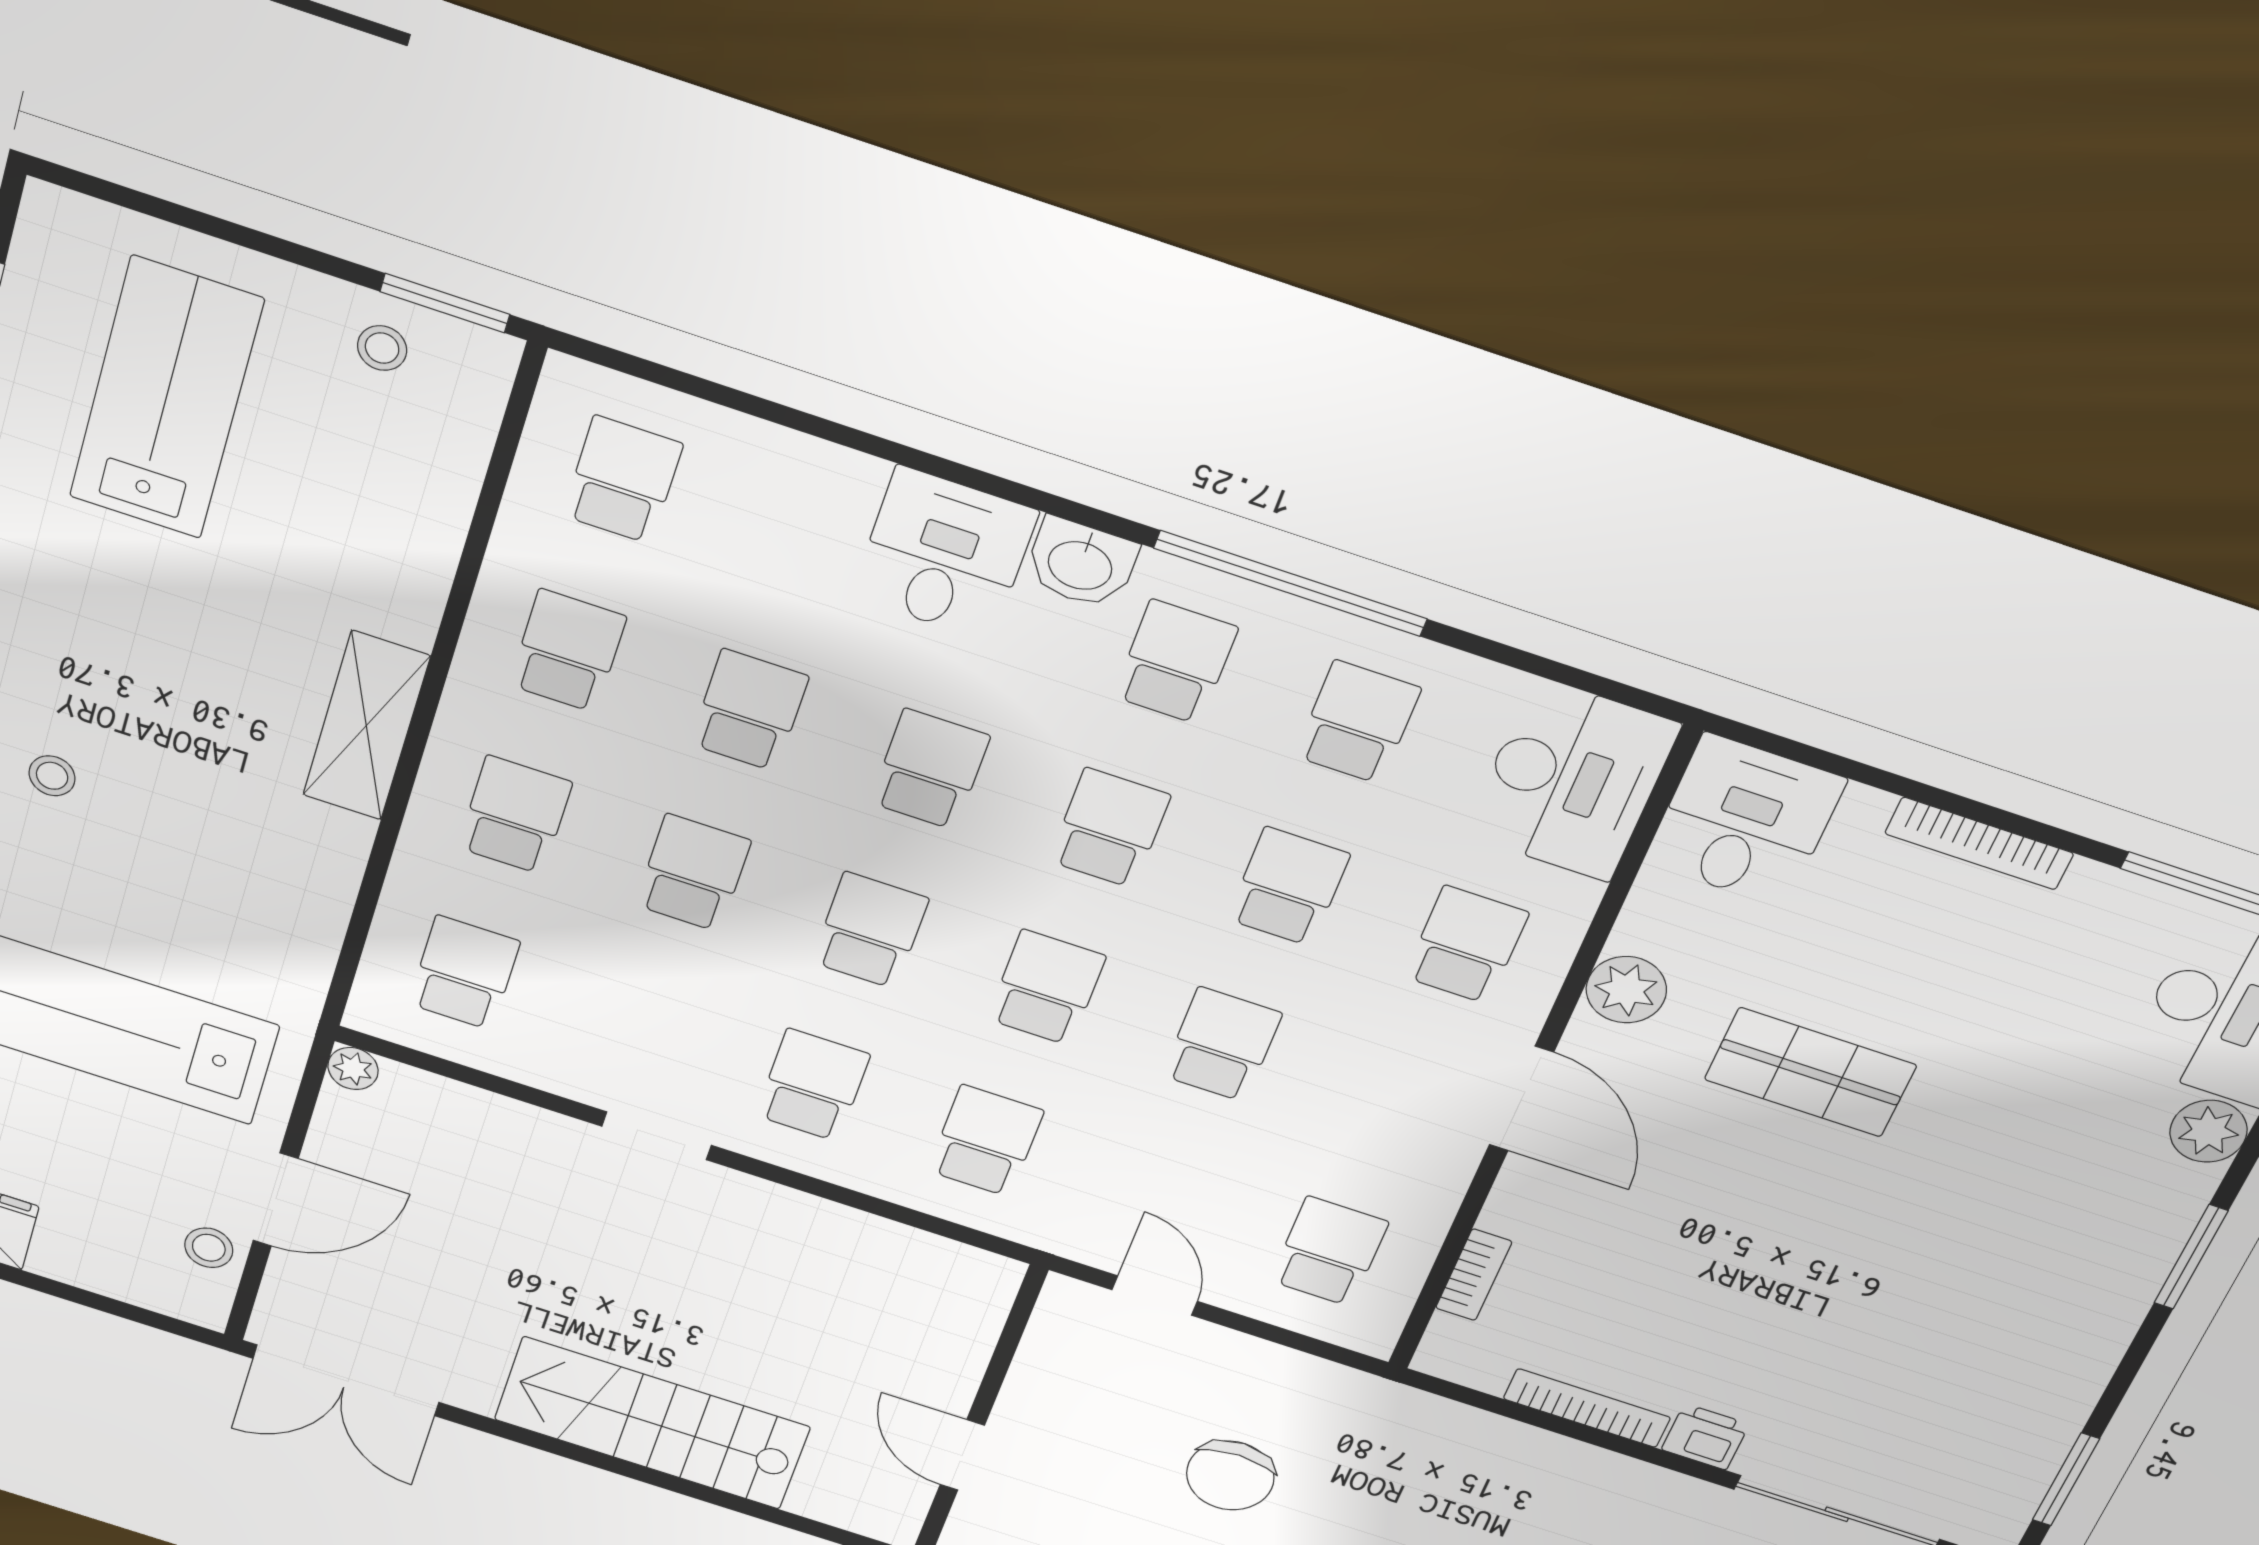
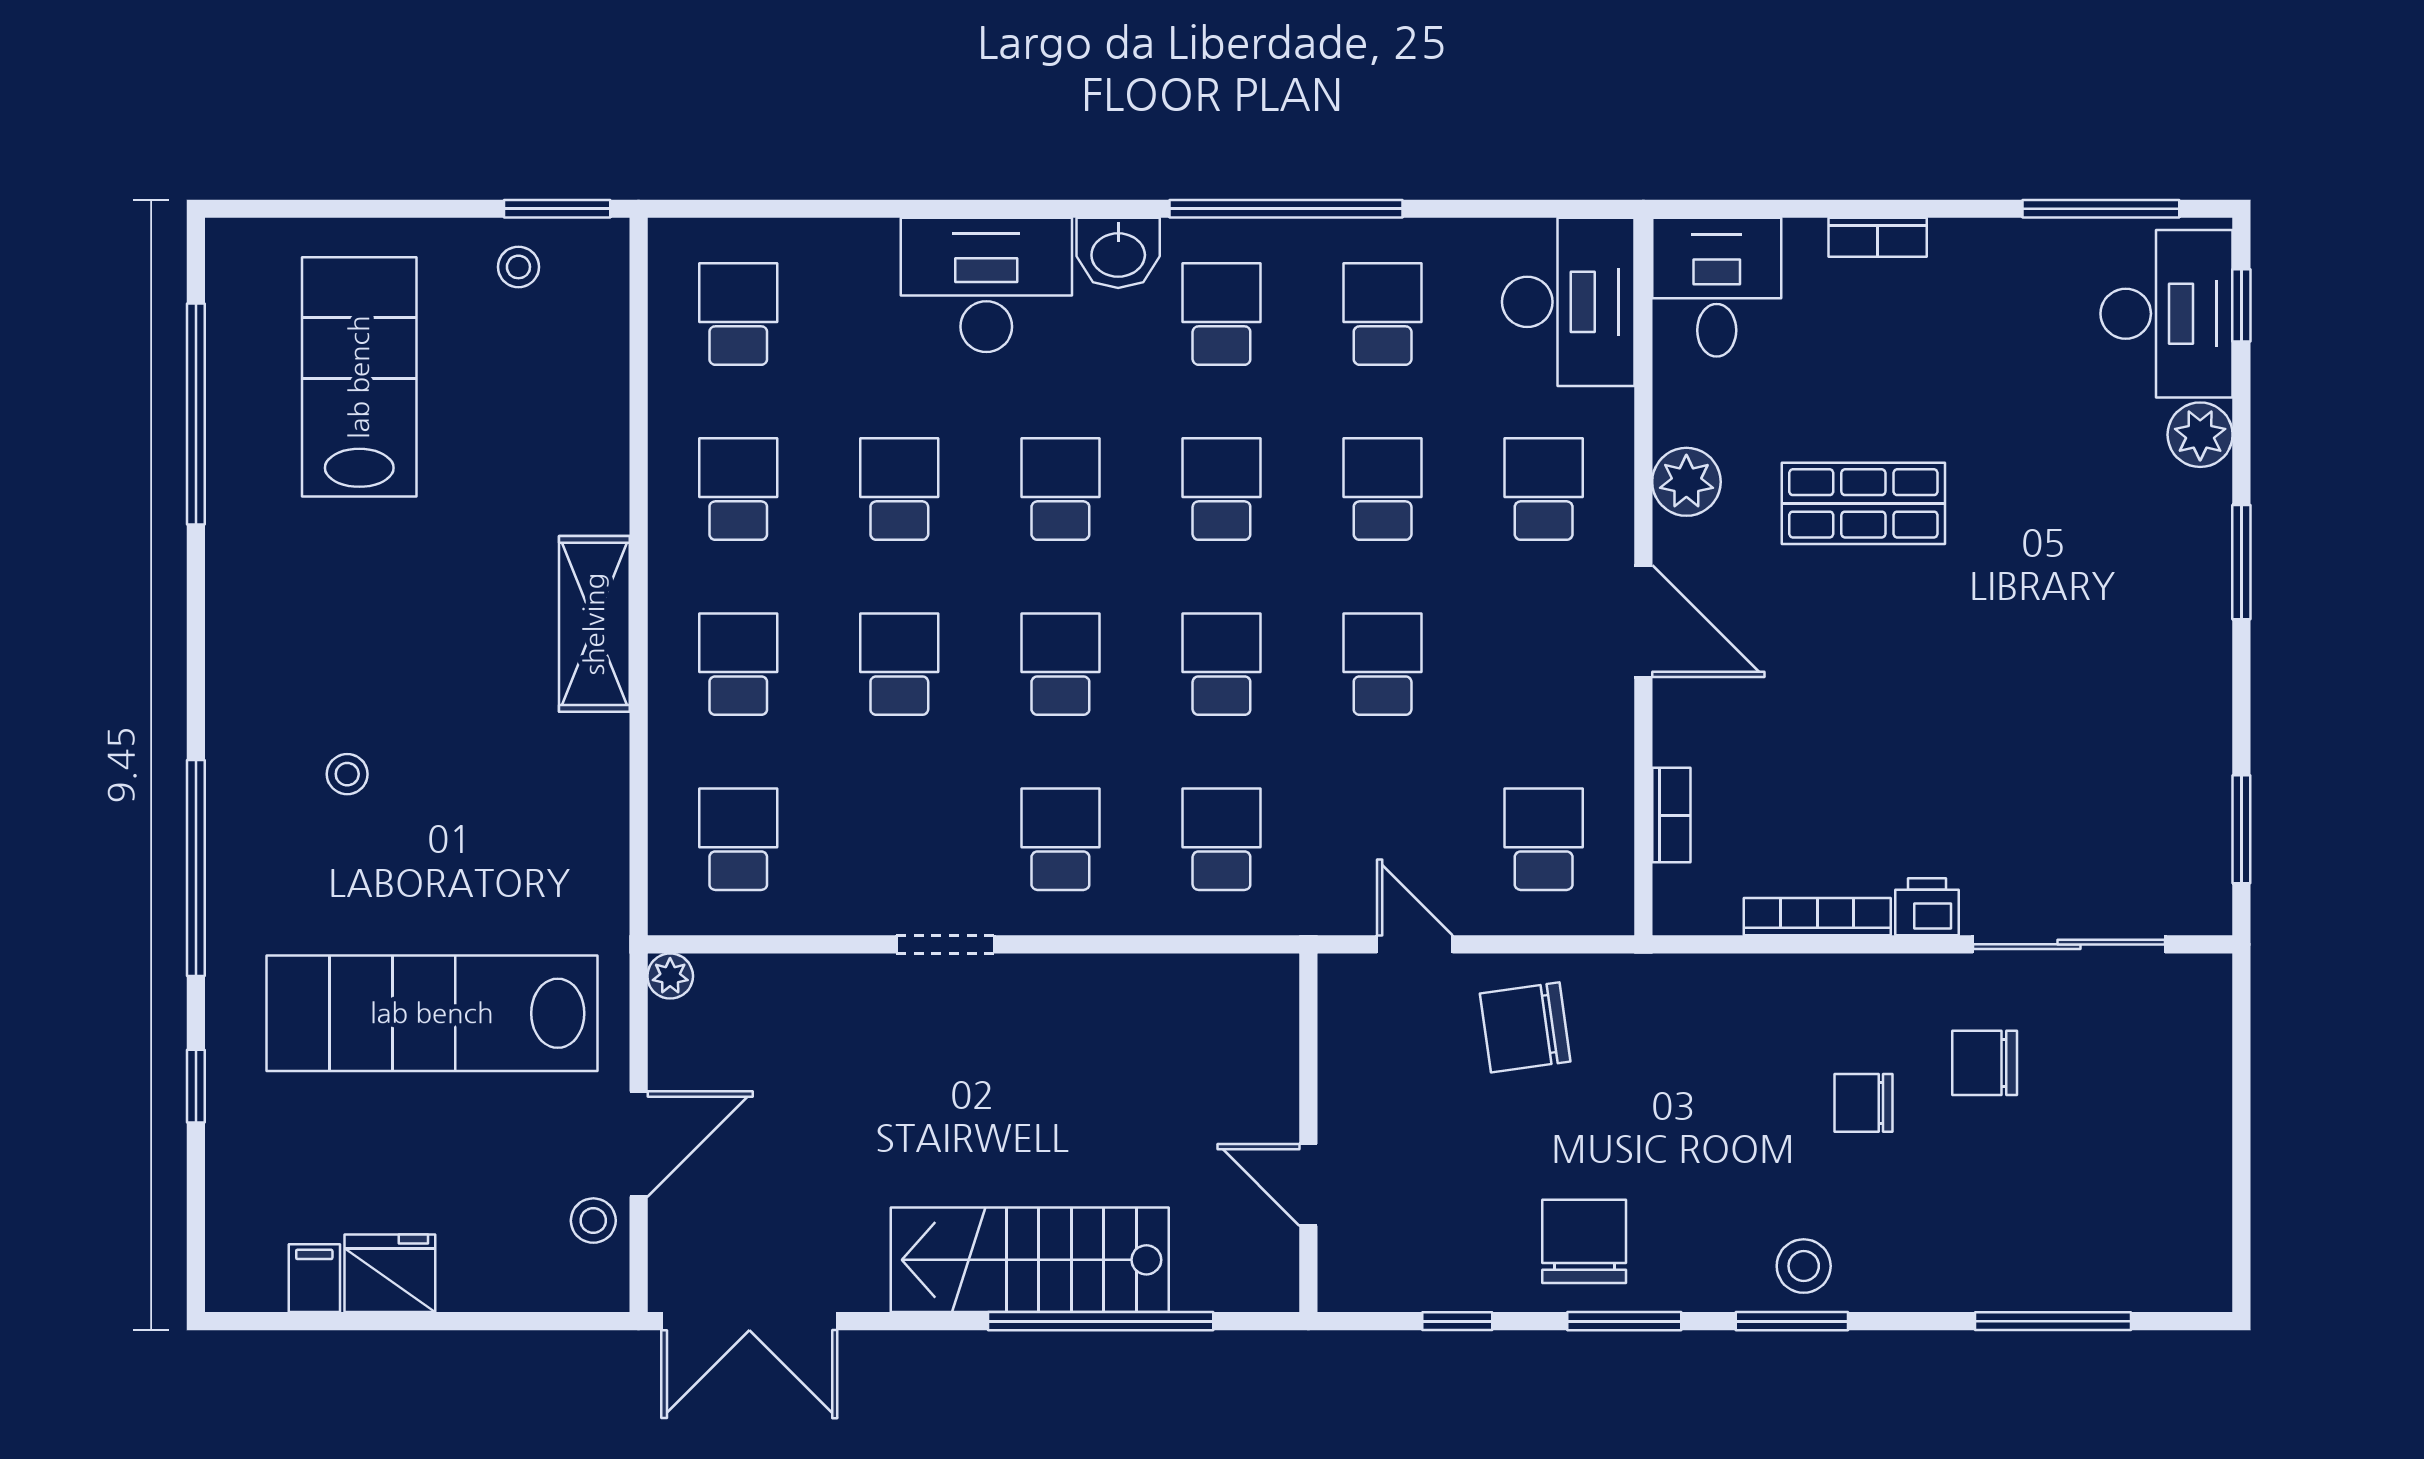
desk: (944, 554) -> (986, 285), width x1.37
bookcase: (1979, 843) -> (1878, 237), width x0.64
chair: (1230, 1476) -> (1525, 1027), moved, turned 82
window: (707, 1494) -> (1101, 1321), added

